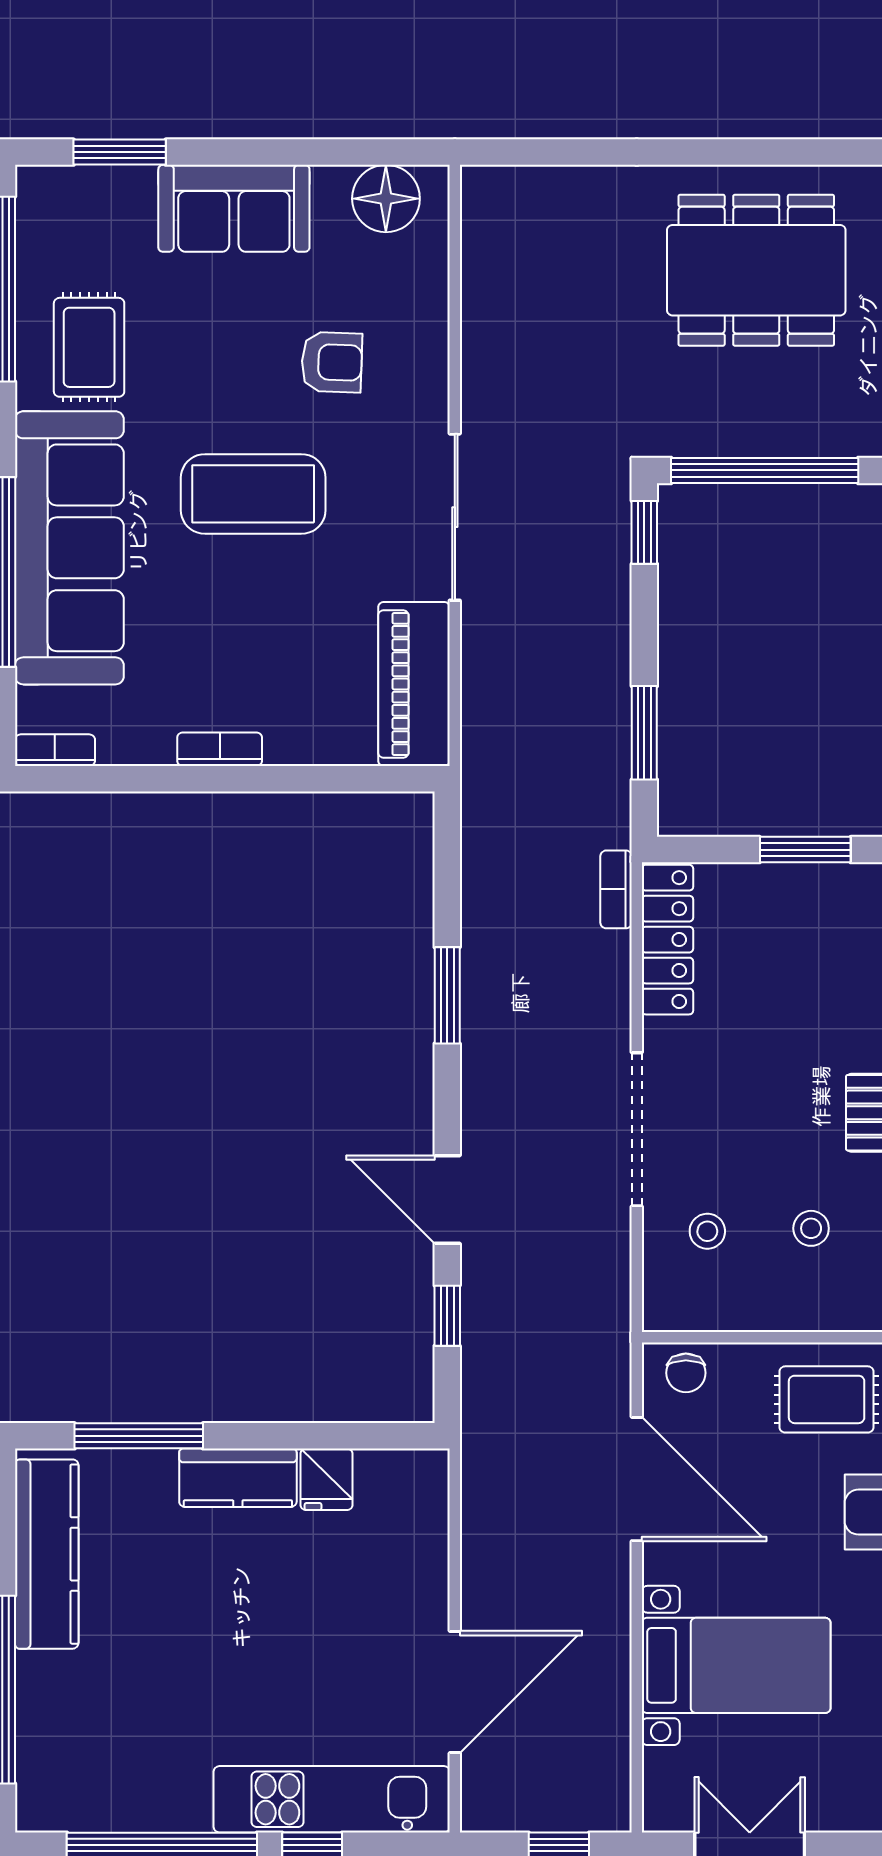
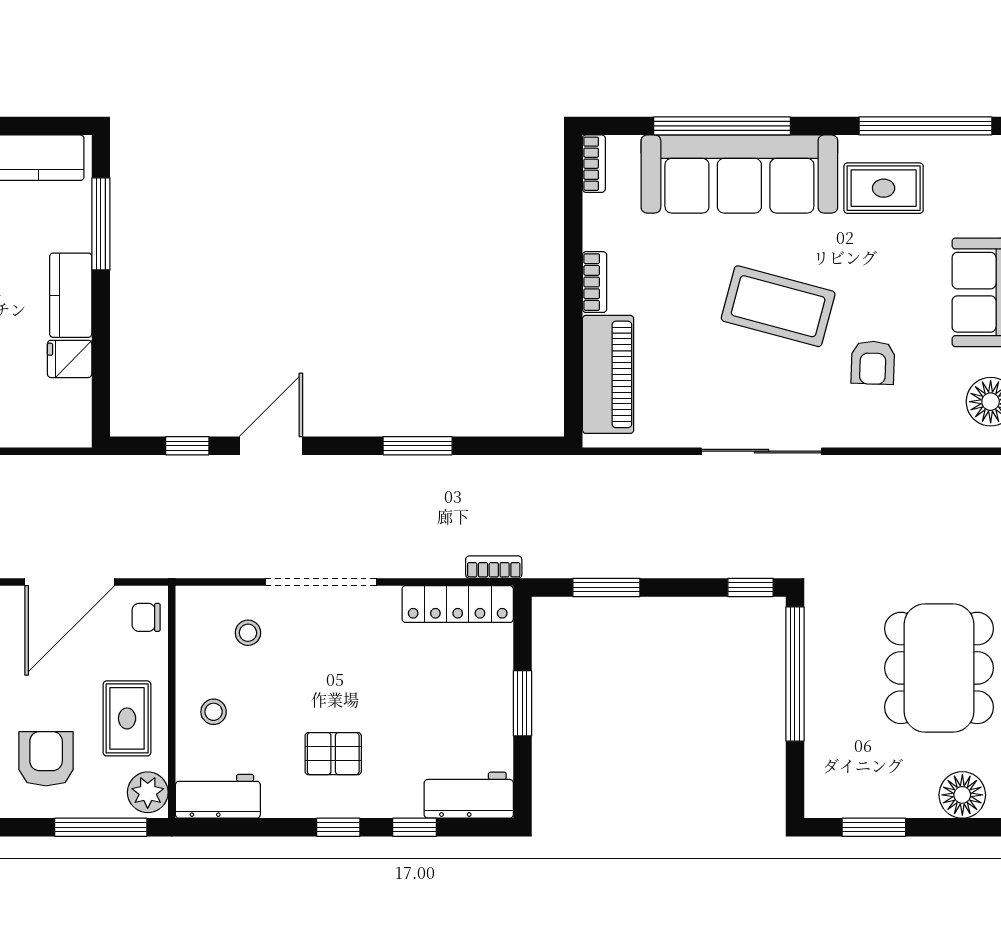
coffee table: (253, 494) -> (778, 306), turned -75
piano: (414, 684) -> (608, 374), moved, turned 90
stool: (811, 1228) -> (214, 712), moved

